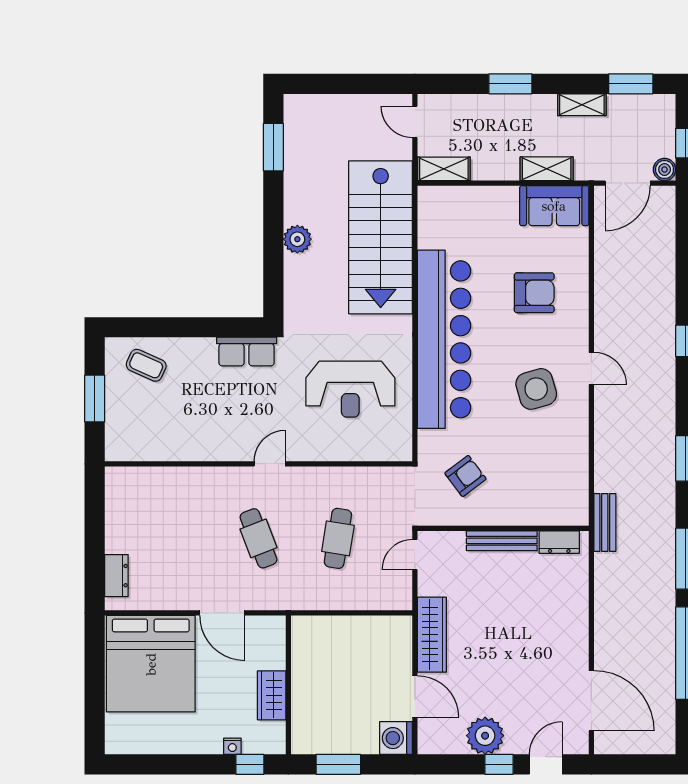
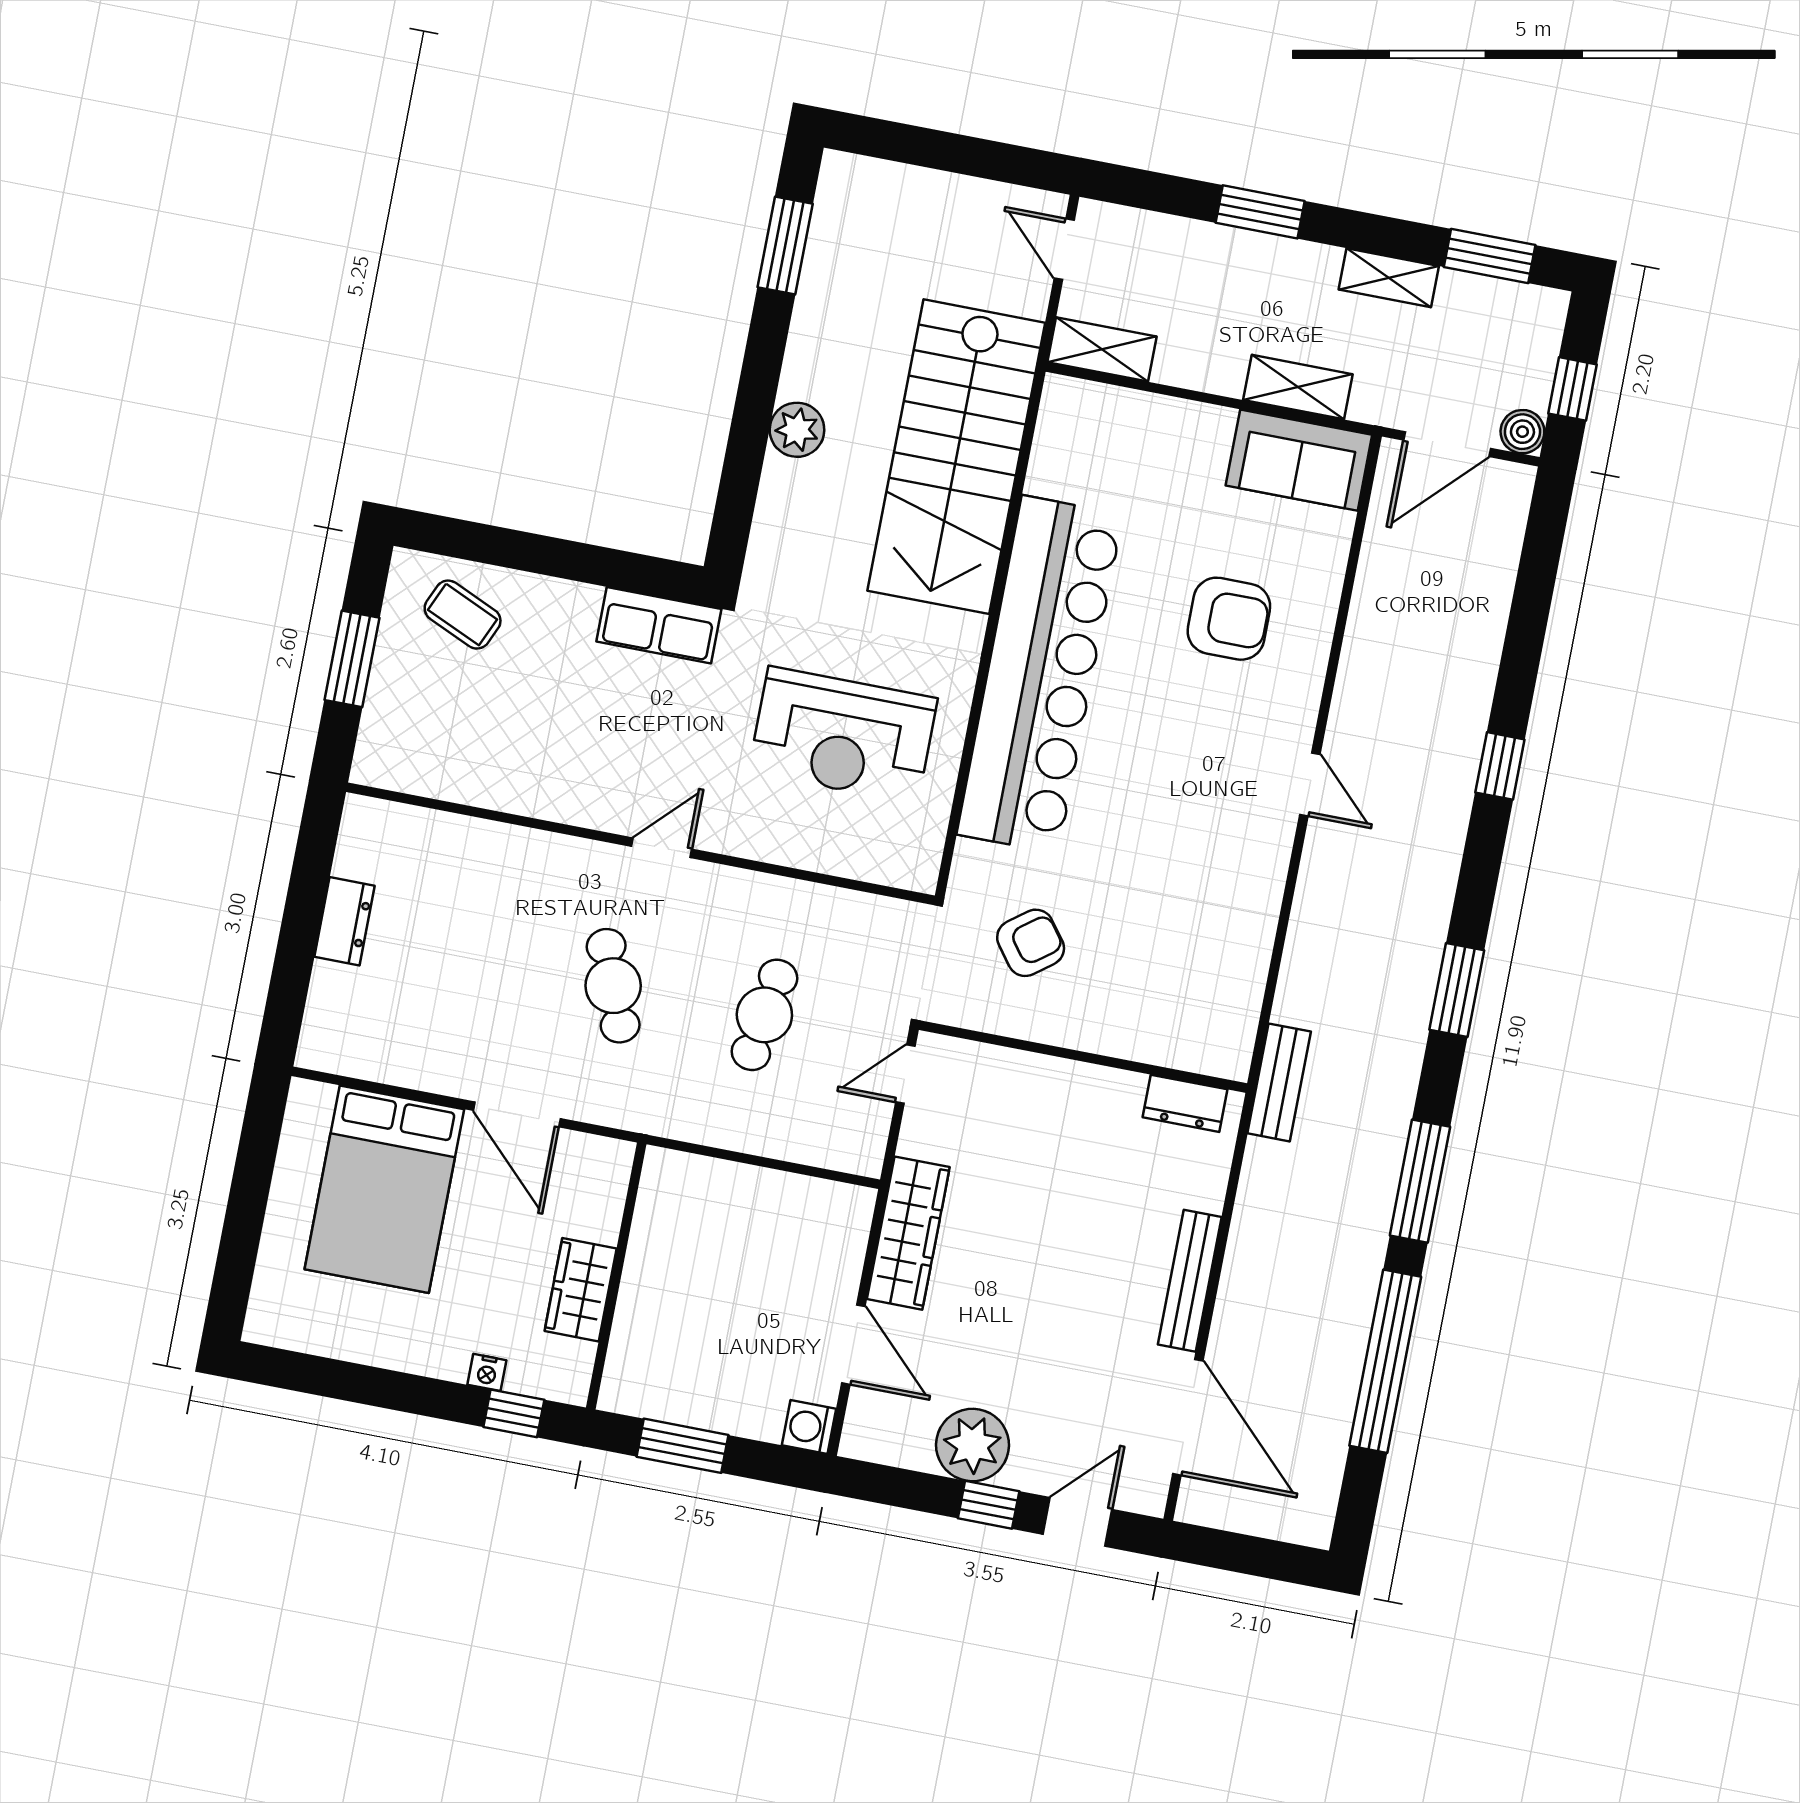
side table: (536, 389) -> (1197, 803), removed
bench: (502, 541) -> (1190, 1281), moved, turned 90
dresser: (116, 576) -> (345, 921), moved
bed: (151, 664) -> (384, 1189), width x0.73
washing machine: (396, 738) -> (809, 1427), width x0.73, depth x0.73

